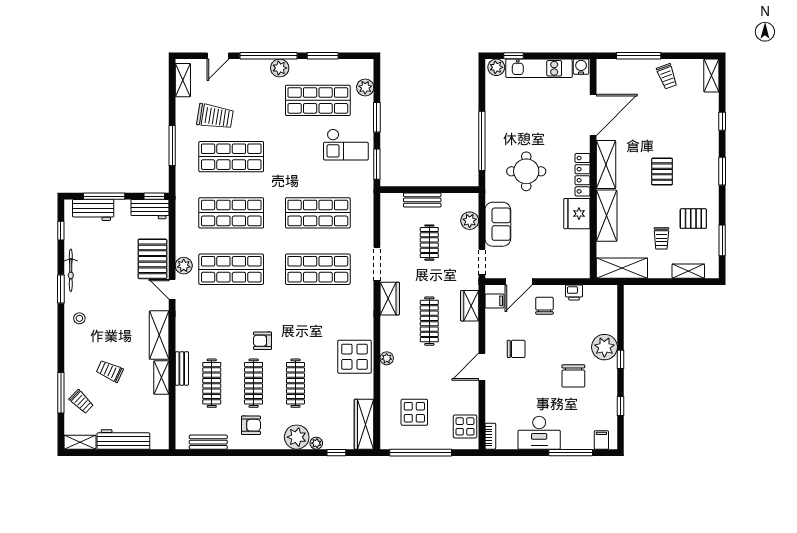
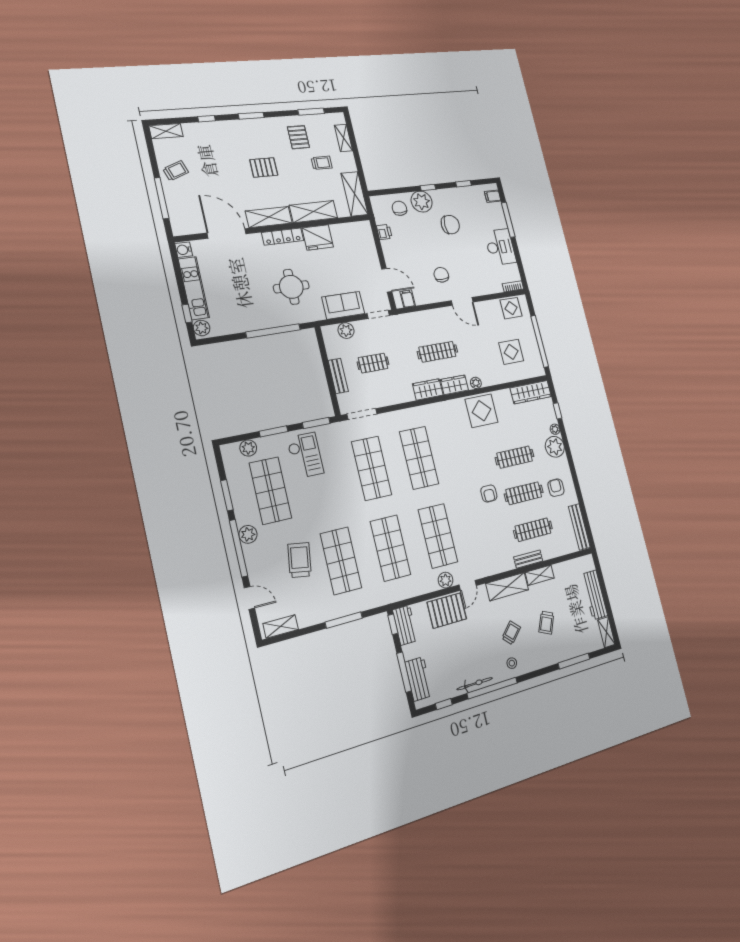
trolley: (215, 116) -> (300, 560), moved
doorway: (377, 264) -> (362, 414), moved
window: (61, 289) -> (492, 688), width x2.11
wardrobe: (470, 306) -> (454, 385), moved, turned 180
chair: (544, 306) -> (399, 208), moved, turned 90
trolley: (81, 402) -> (511, 633), moved
bench: (208, 442) -> (579, 527), width x1.36

